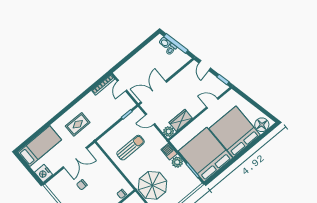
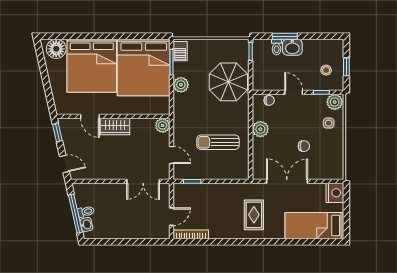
door: (205, 65) -> (64, 164), hinge flipped
double door: (154, 92) -> (143, 181), width x0.73
wardrobe: (181, 120) -> (115, 127), moved
rug: (78, 124) -> (254, 215), turned 90
barbecue: (169, 152) -> (180, 51), moved
plant: (113, 174) -> (260, 129), added

